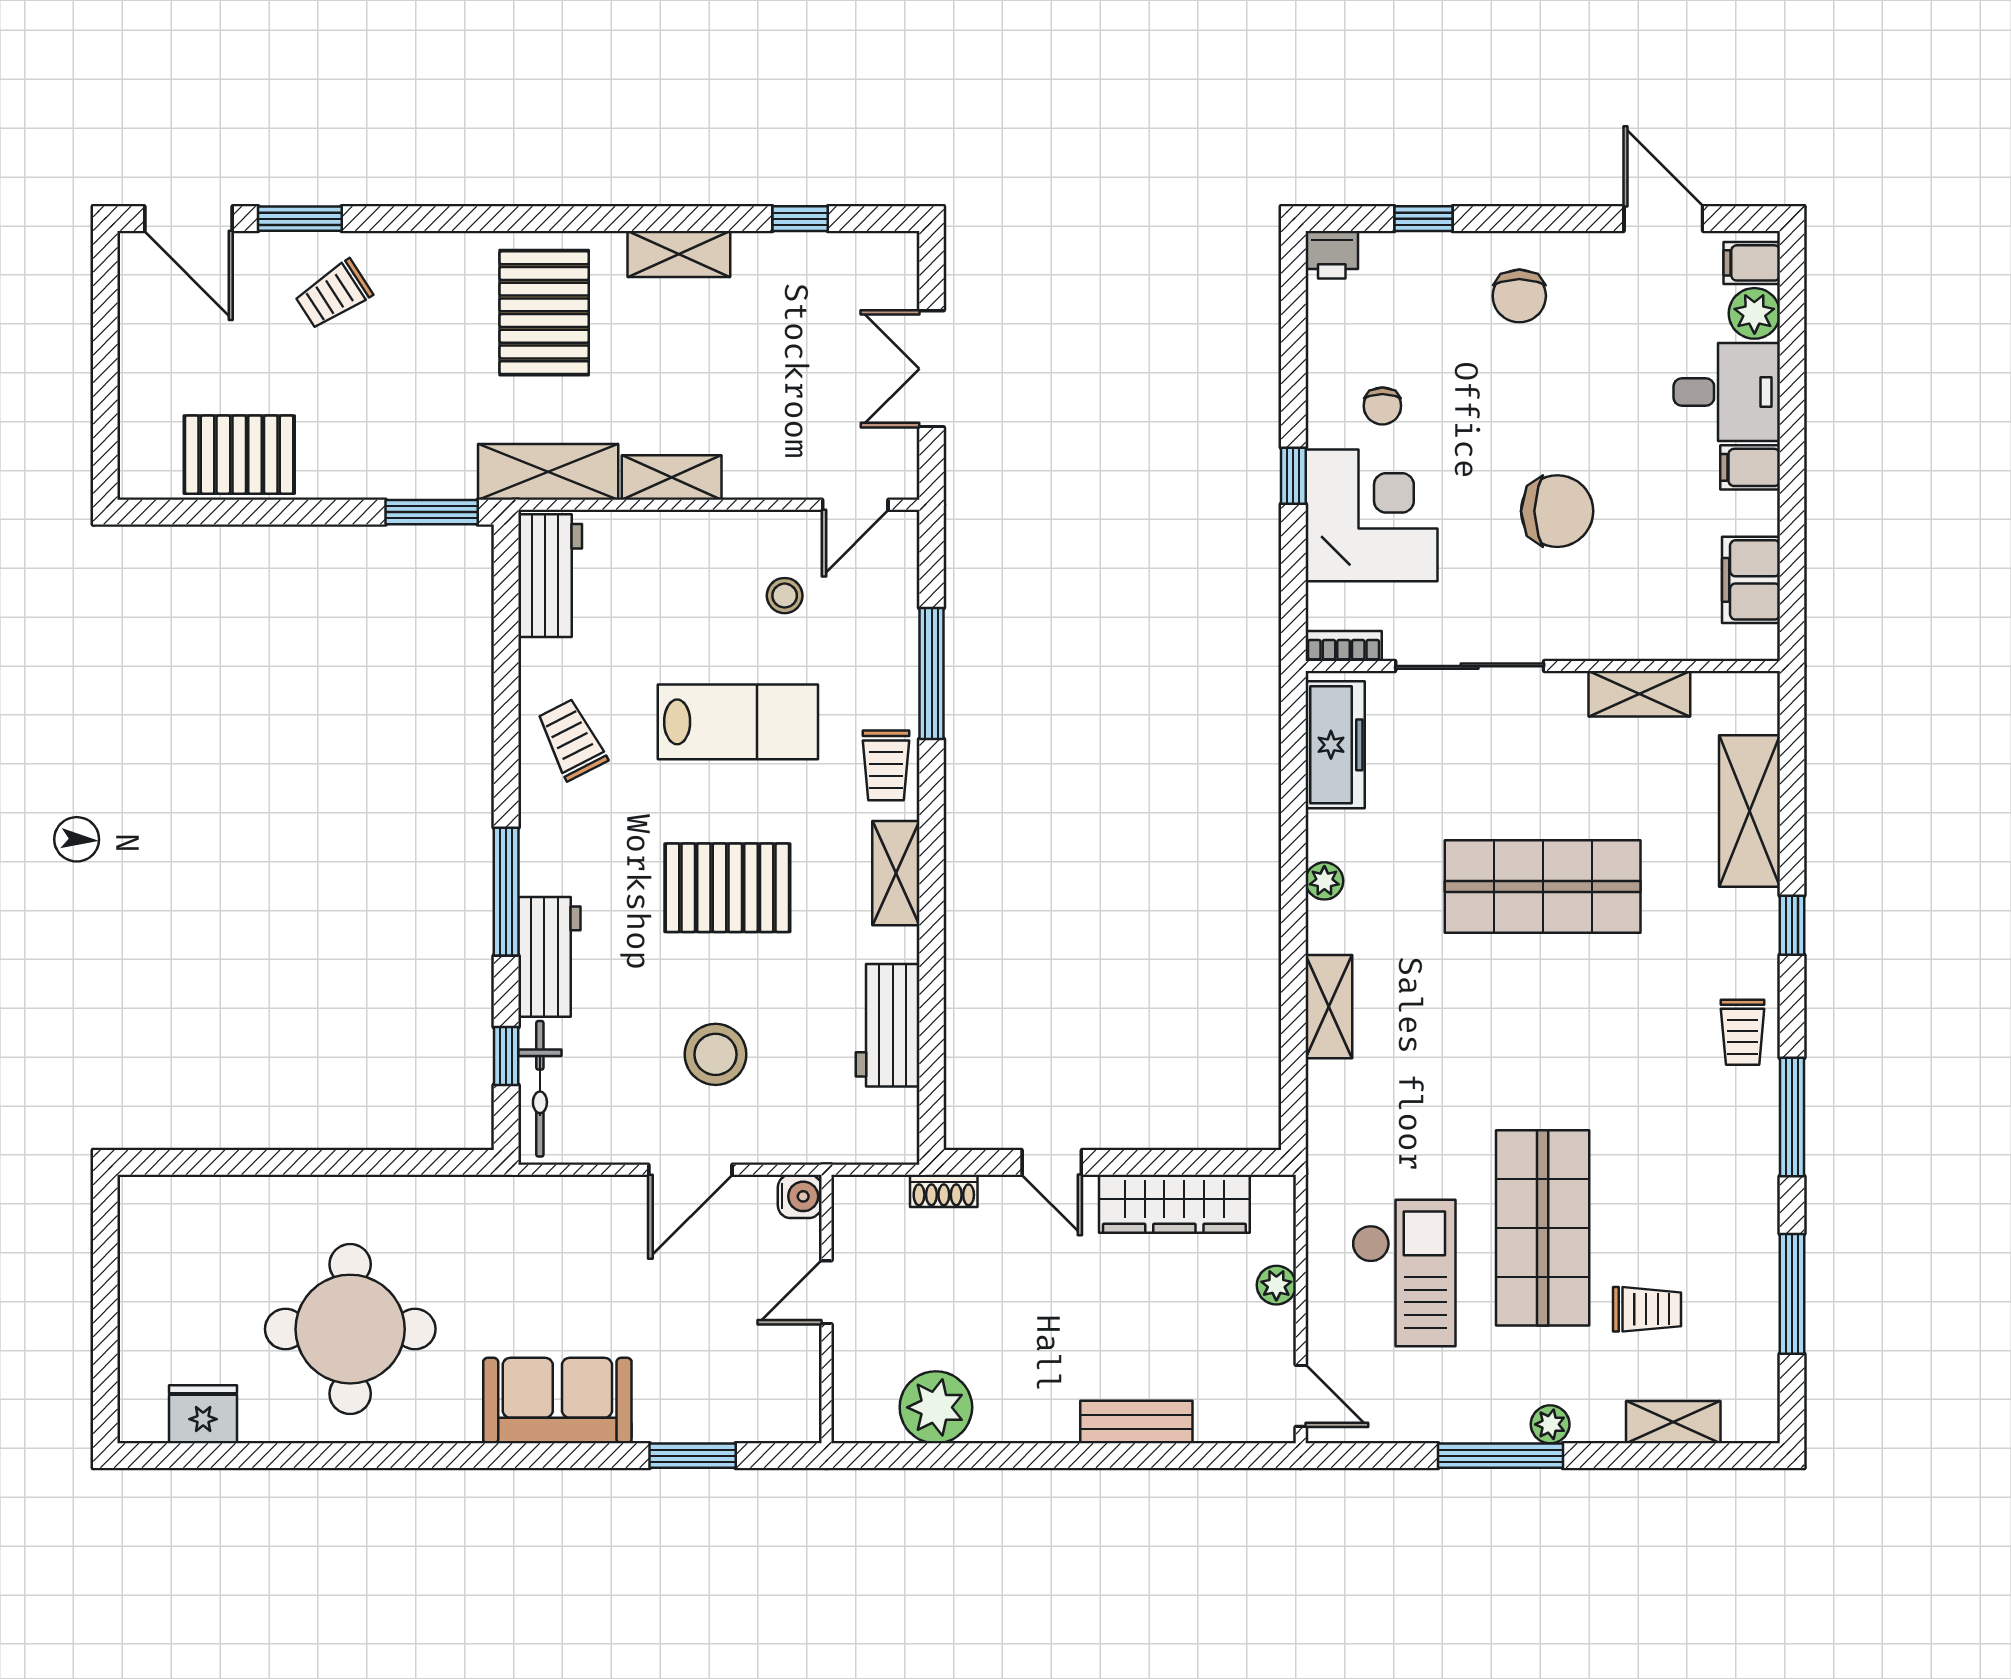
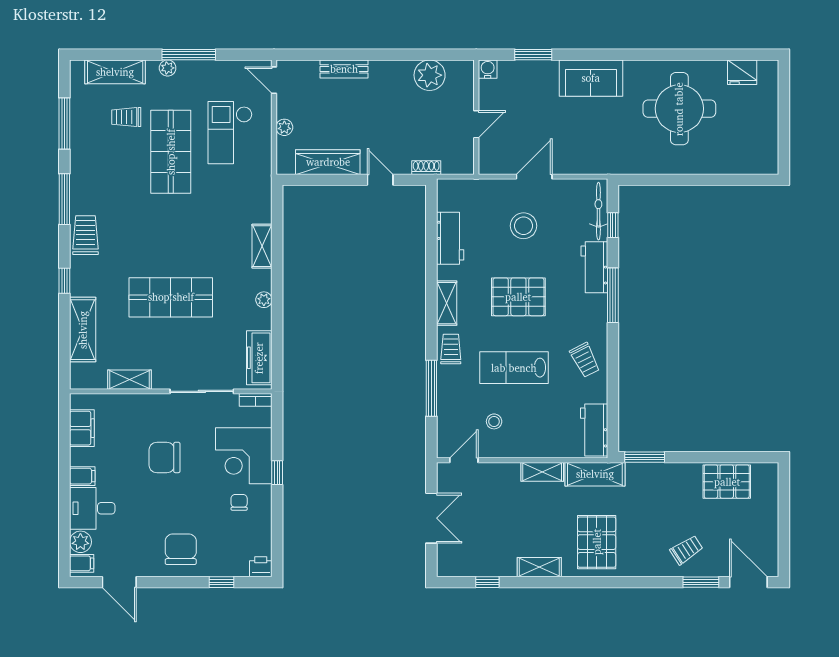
chair: (1519, 296) -> (181, 549), width x1.37, depth x1.37
trolley: (1743, 1032) -> (85, 235), width x1.36, depth x1.39
water cooler: (800, 1196) -> (488, 69), moved, turned 90
shelving: (1673, 1422) -> (115, 72), width x1.50, depth x1.33

